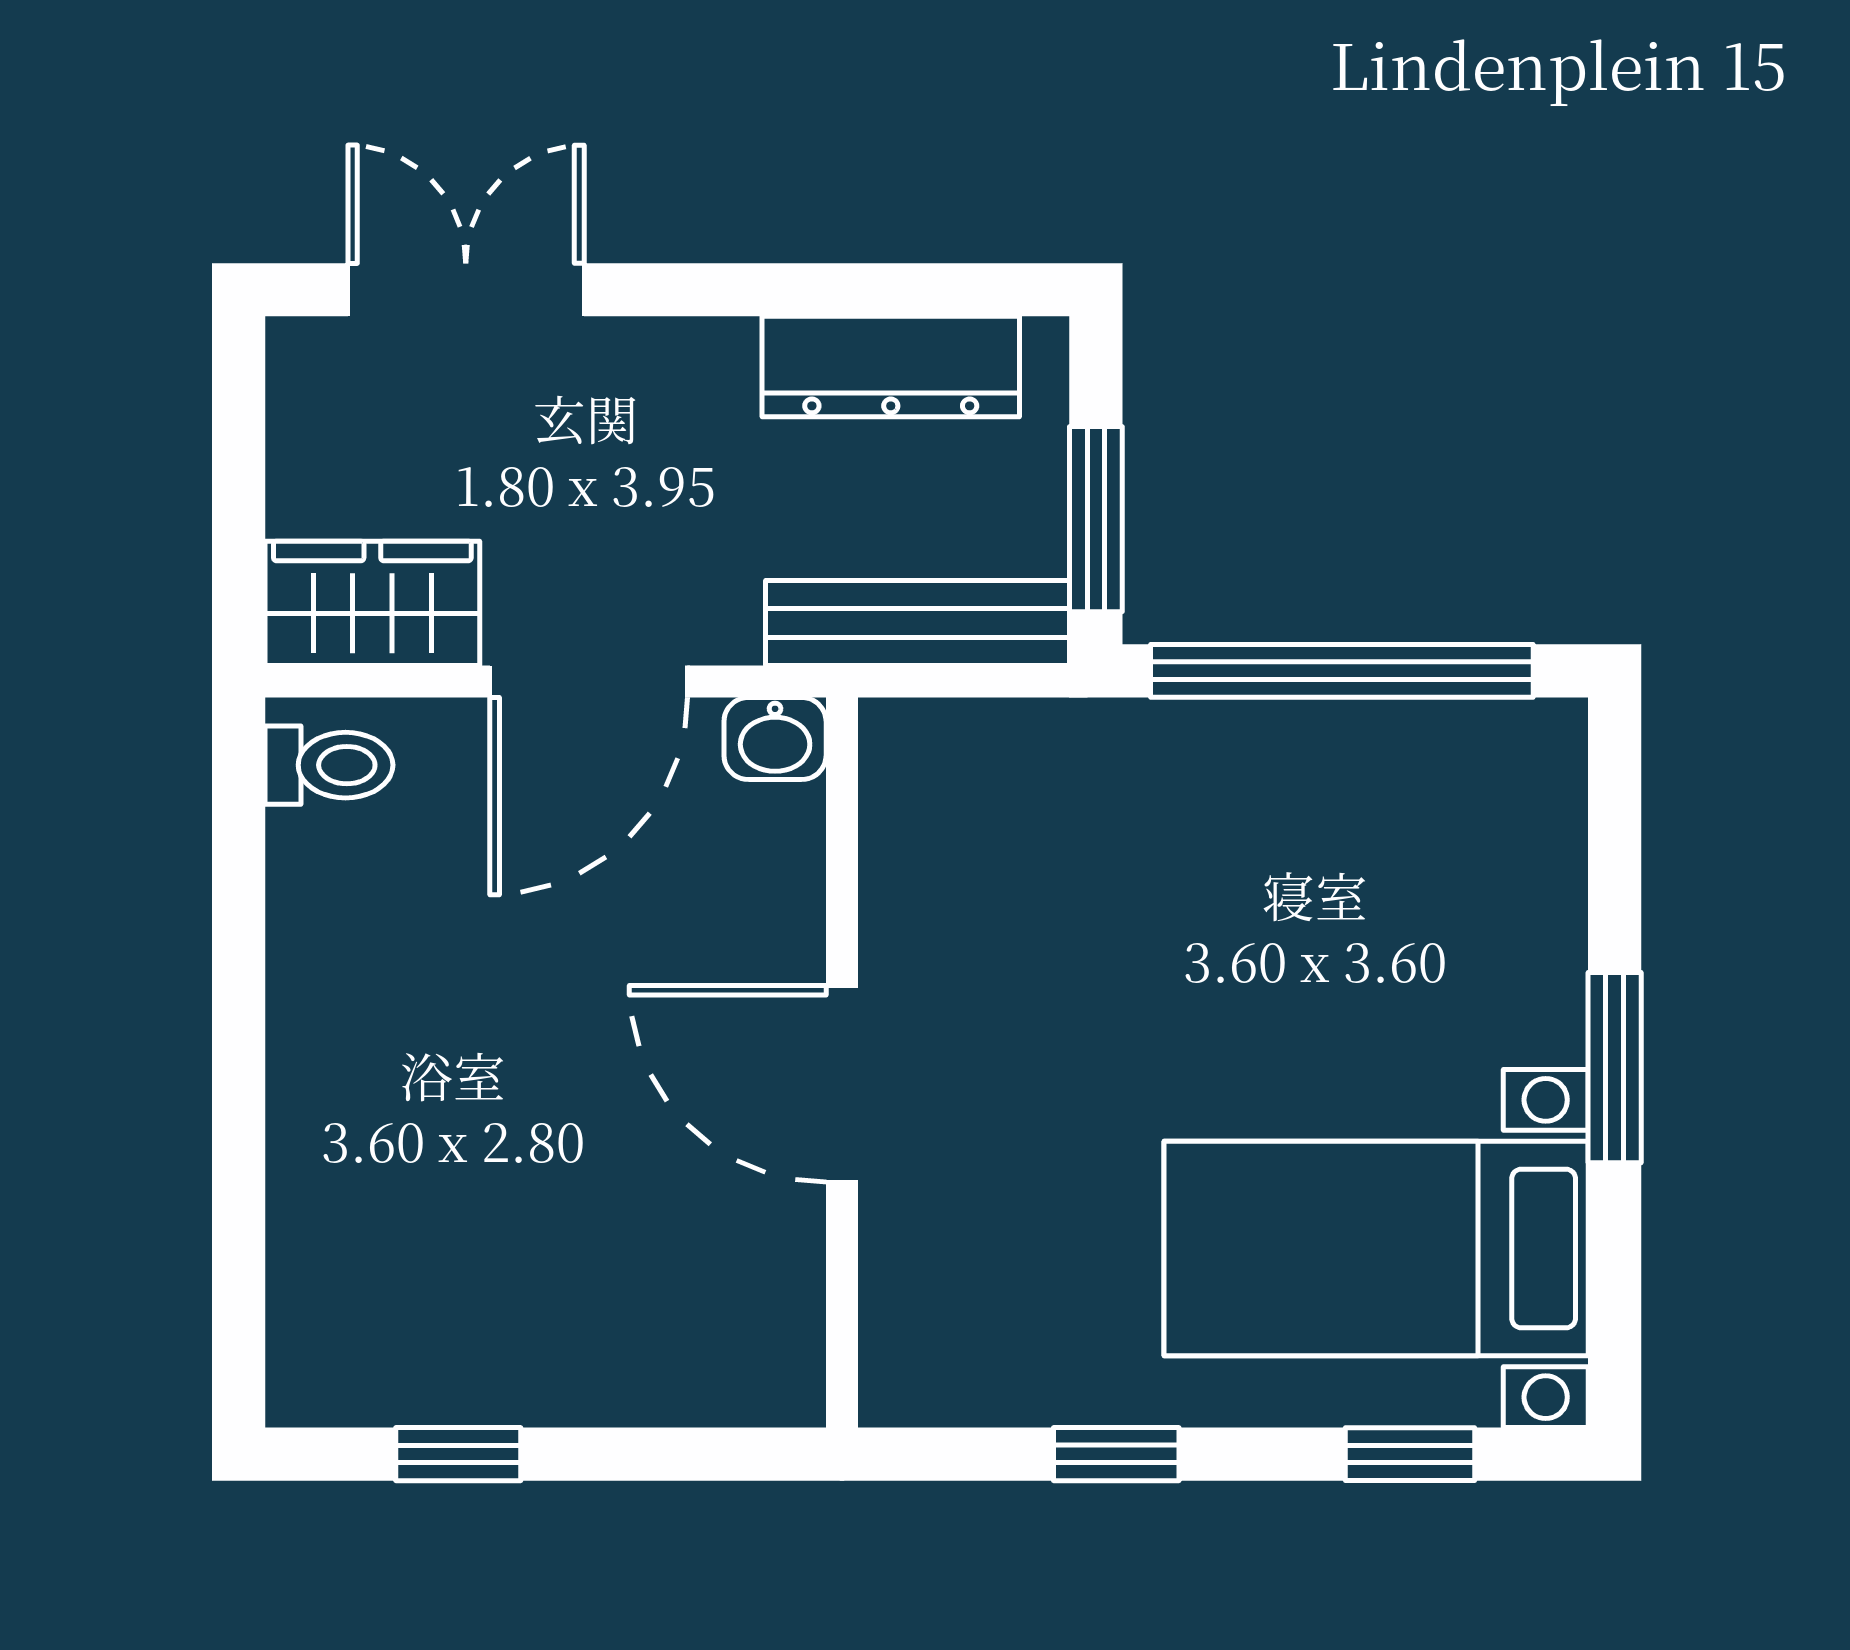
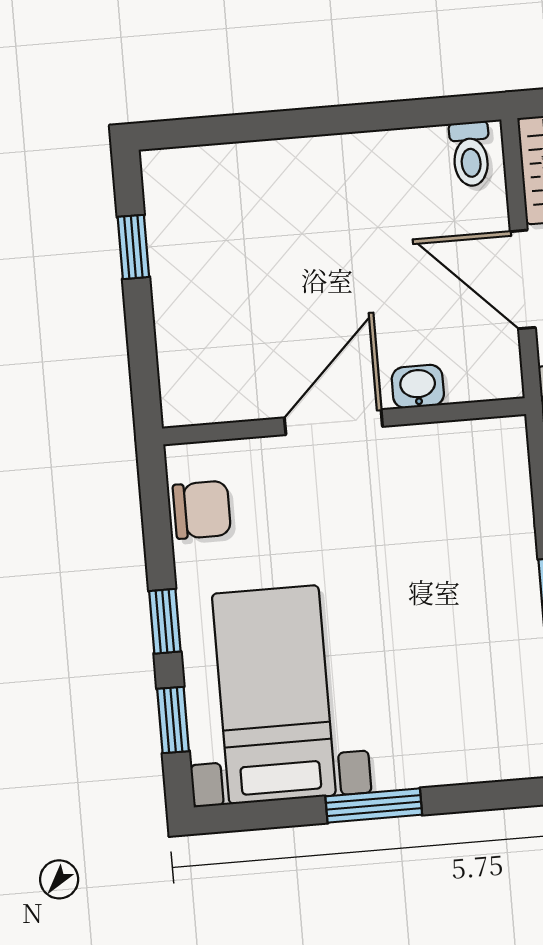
washbasin: (775, 739) -> (418, 387), moved, turned 90
chair: (995, 1361) -> (202, 510), added
window: (1116, 1454) -> (165, 621), moved

